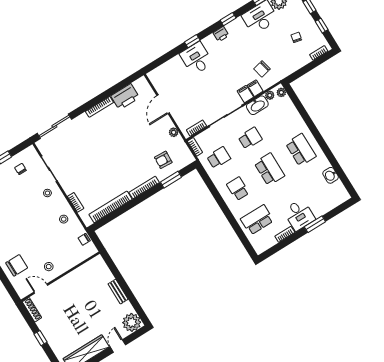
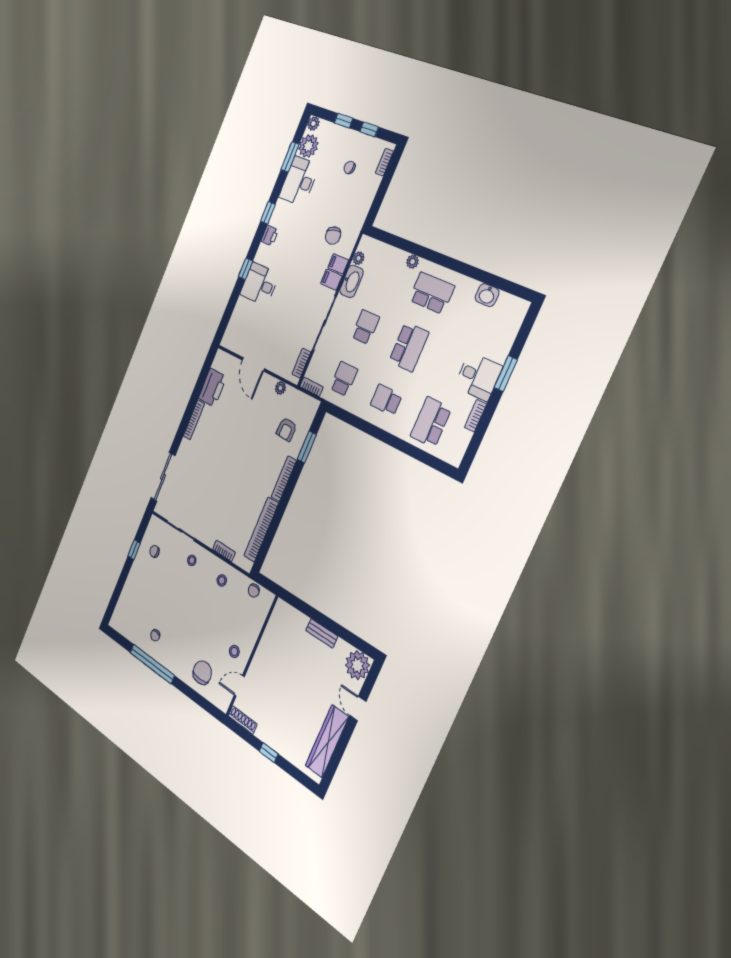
plant: (281, 92) -> (413, 262), moved
school desk: (269, 169) -> (409, 347), turned 90

